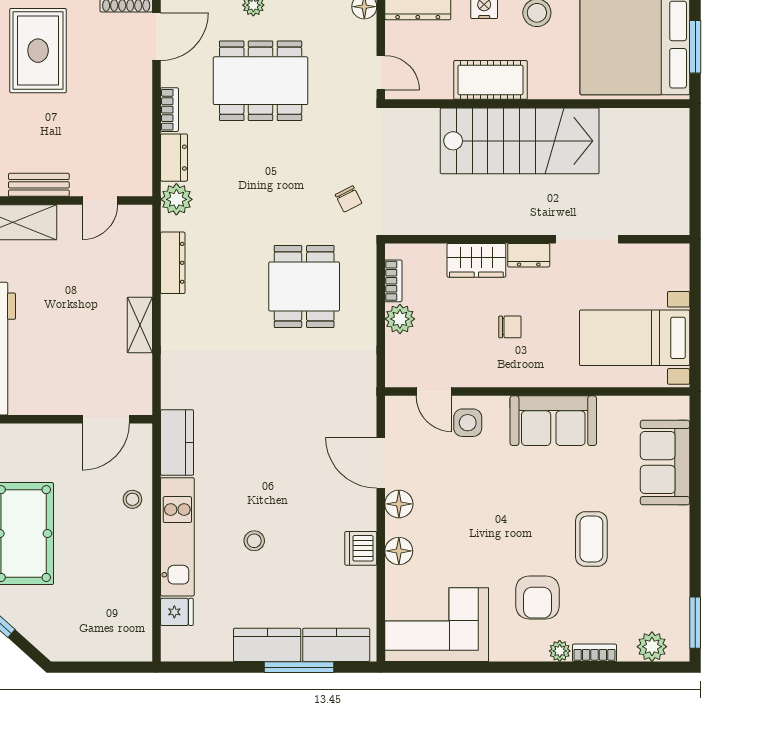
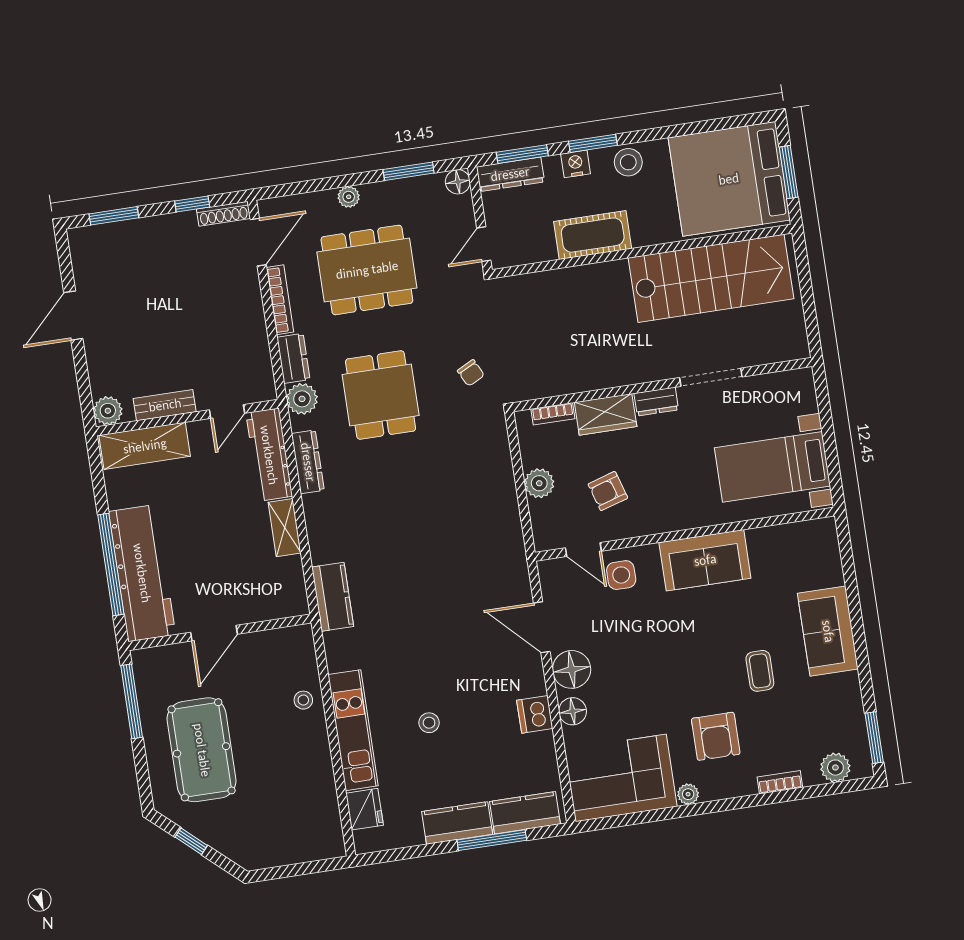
rug: (38, 51) -> (144, 273), removed
door: (381, 73) -> (484, 244), swing flipped
bookcase: (169, 110) -> (280, 300), width x1.56
stairs: (520, 141) -> (711, 278), moved
workbench: (135, 250) -> (269, 455), added
bookcase: (393, 281) -> (553, 414), moved, turned 90
dining table: (304, 286) -> (381, 395), moved
chair: (510, 327) -> (648, 475), removed
armchair: (467, 337) -> (608, 491), added
door: (106, 419) -> (214, 633), moved
kitchen counter: (177, 442) -> (333, 597), moved
sofa: (665, 462) -> (828, 631), moved
floor lamp: (399, 504) -> (572, 669), width x1.38, depth x1.38
coffee table: (591, 539) -> (760, 671), width x0.73, depth x0.77
fridge: (177, 612) -> (365, 809), width x1.38
plant: (560, 651) -> (688, 794), moved

